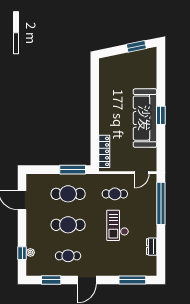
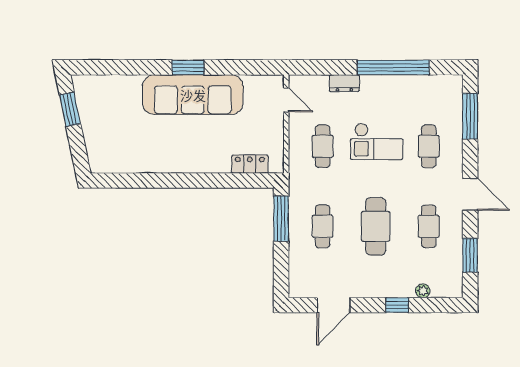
locker: (104, 151) -> (250, 164), width x0.66
cafe table: (68, 194) -> (323, 226), width x0.73, depth x0.74
window: (161, 203) -> (393, 67), moved
dresser: (152, 247) -> (344, 83), moved
window: (22, 253) -> (397, 305), moved
cafe table: (115, 256) -> (429, 146), added

